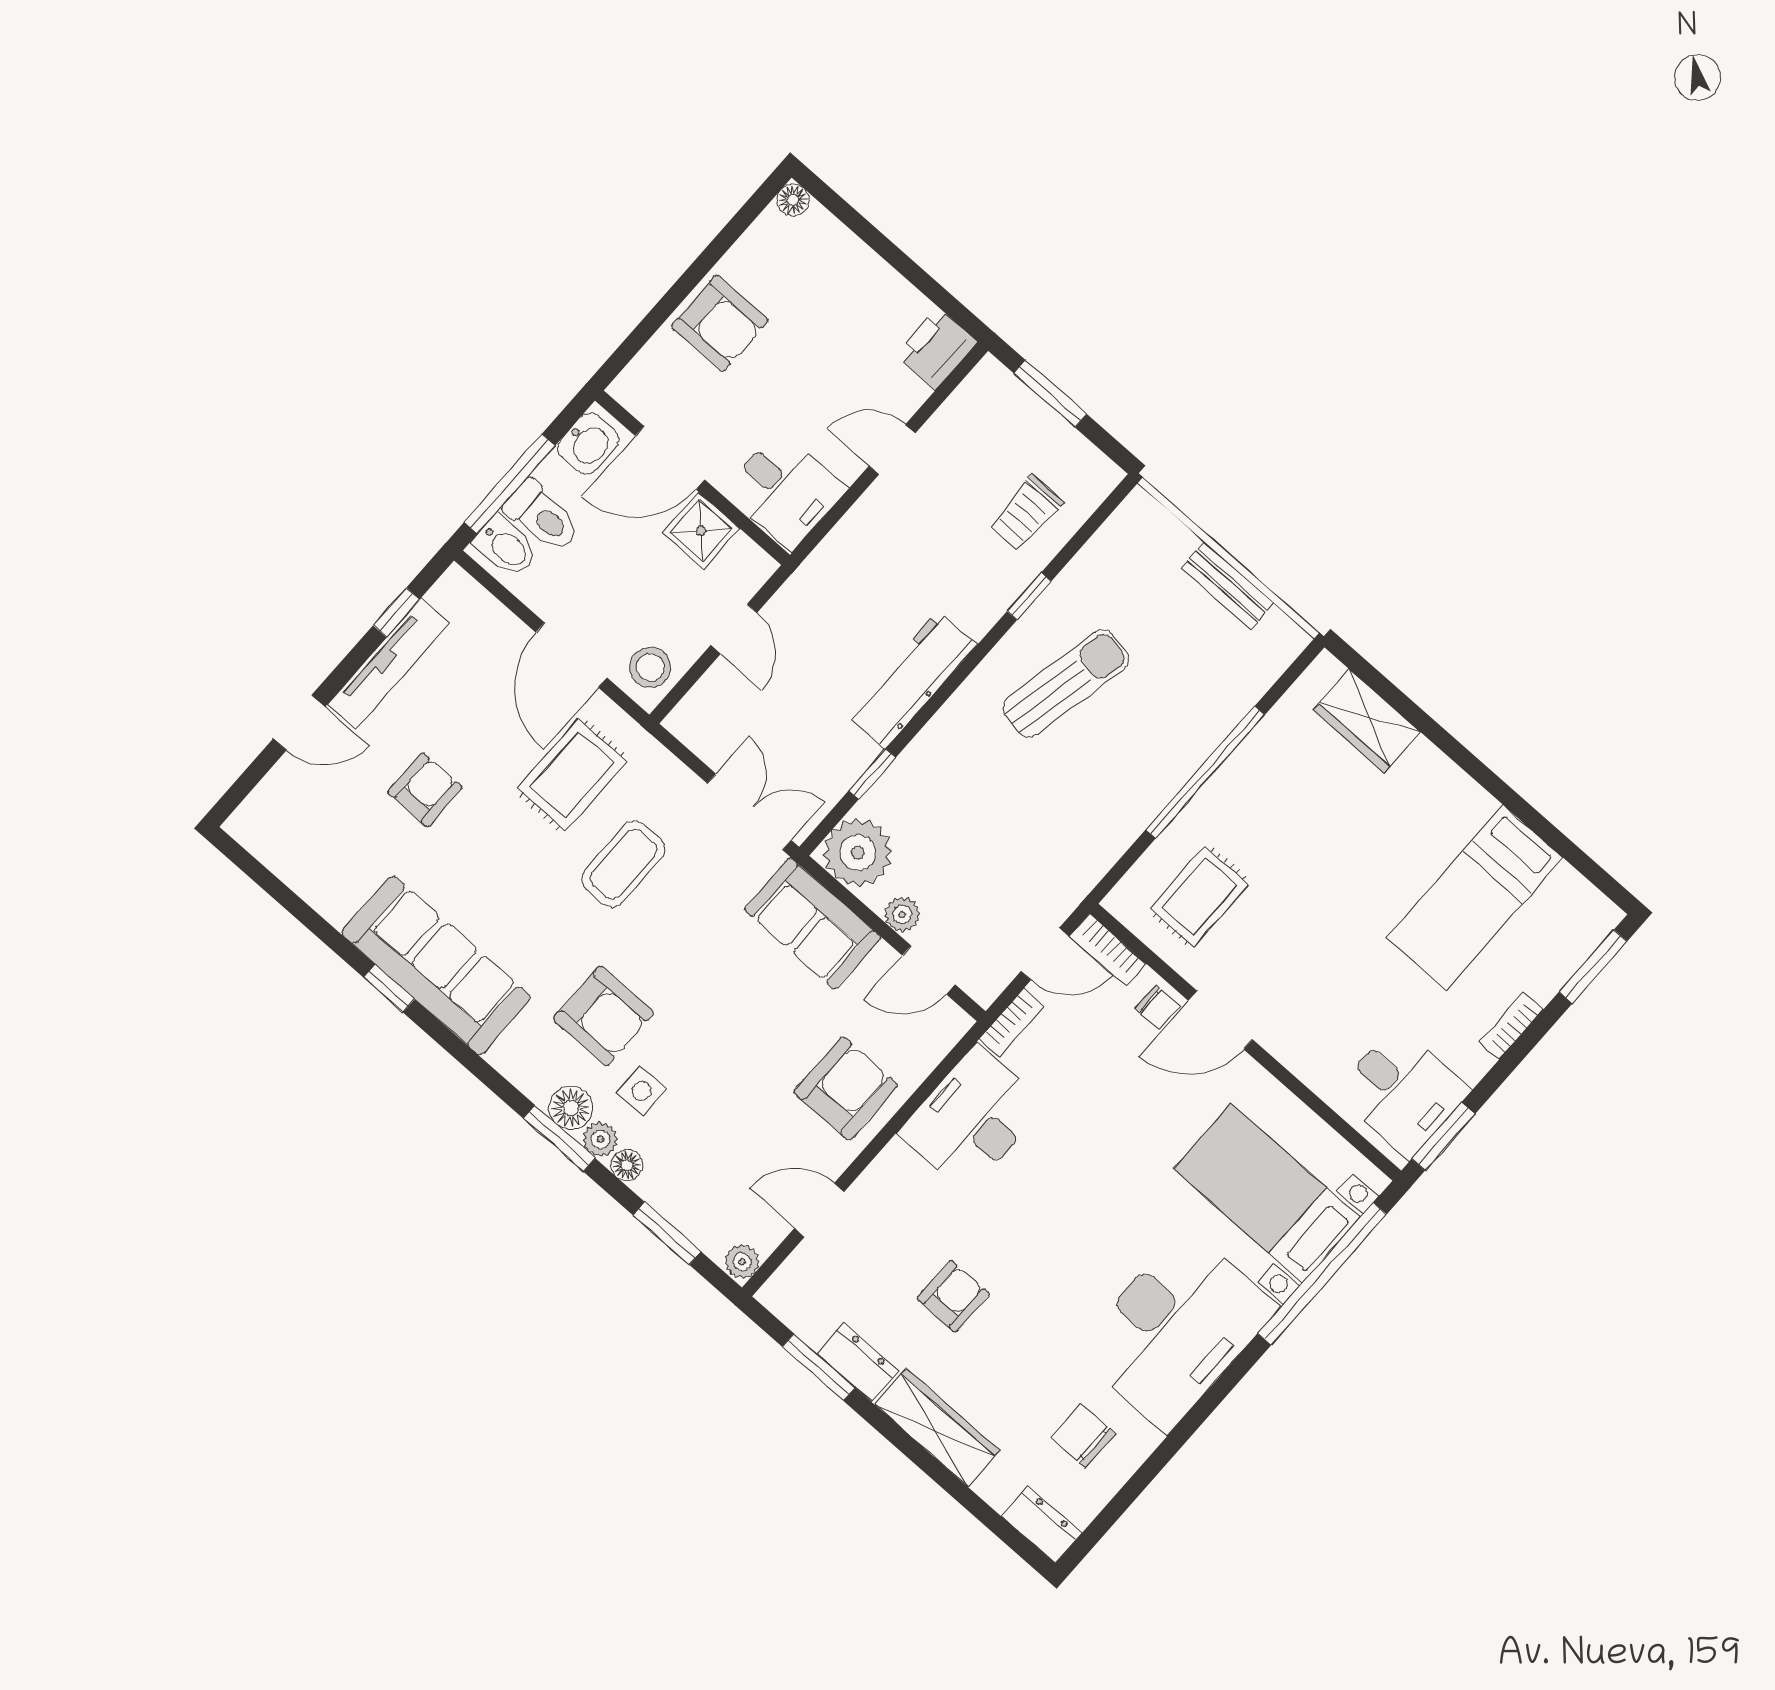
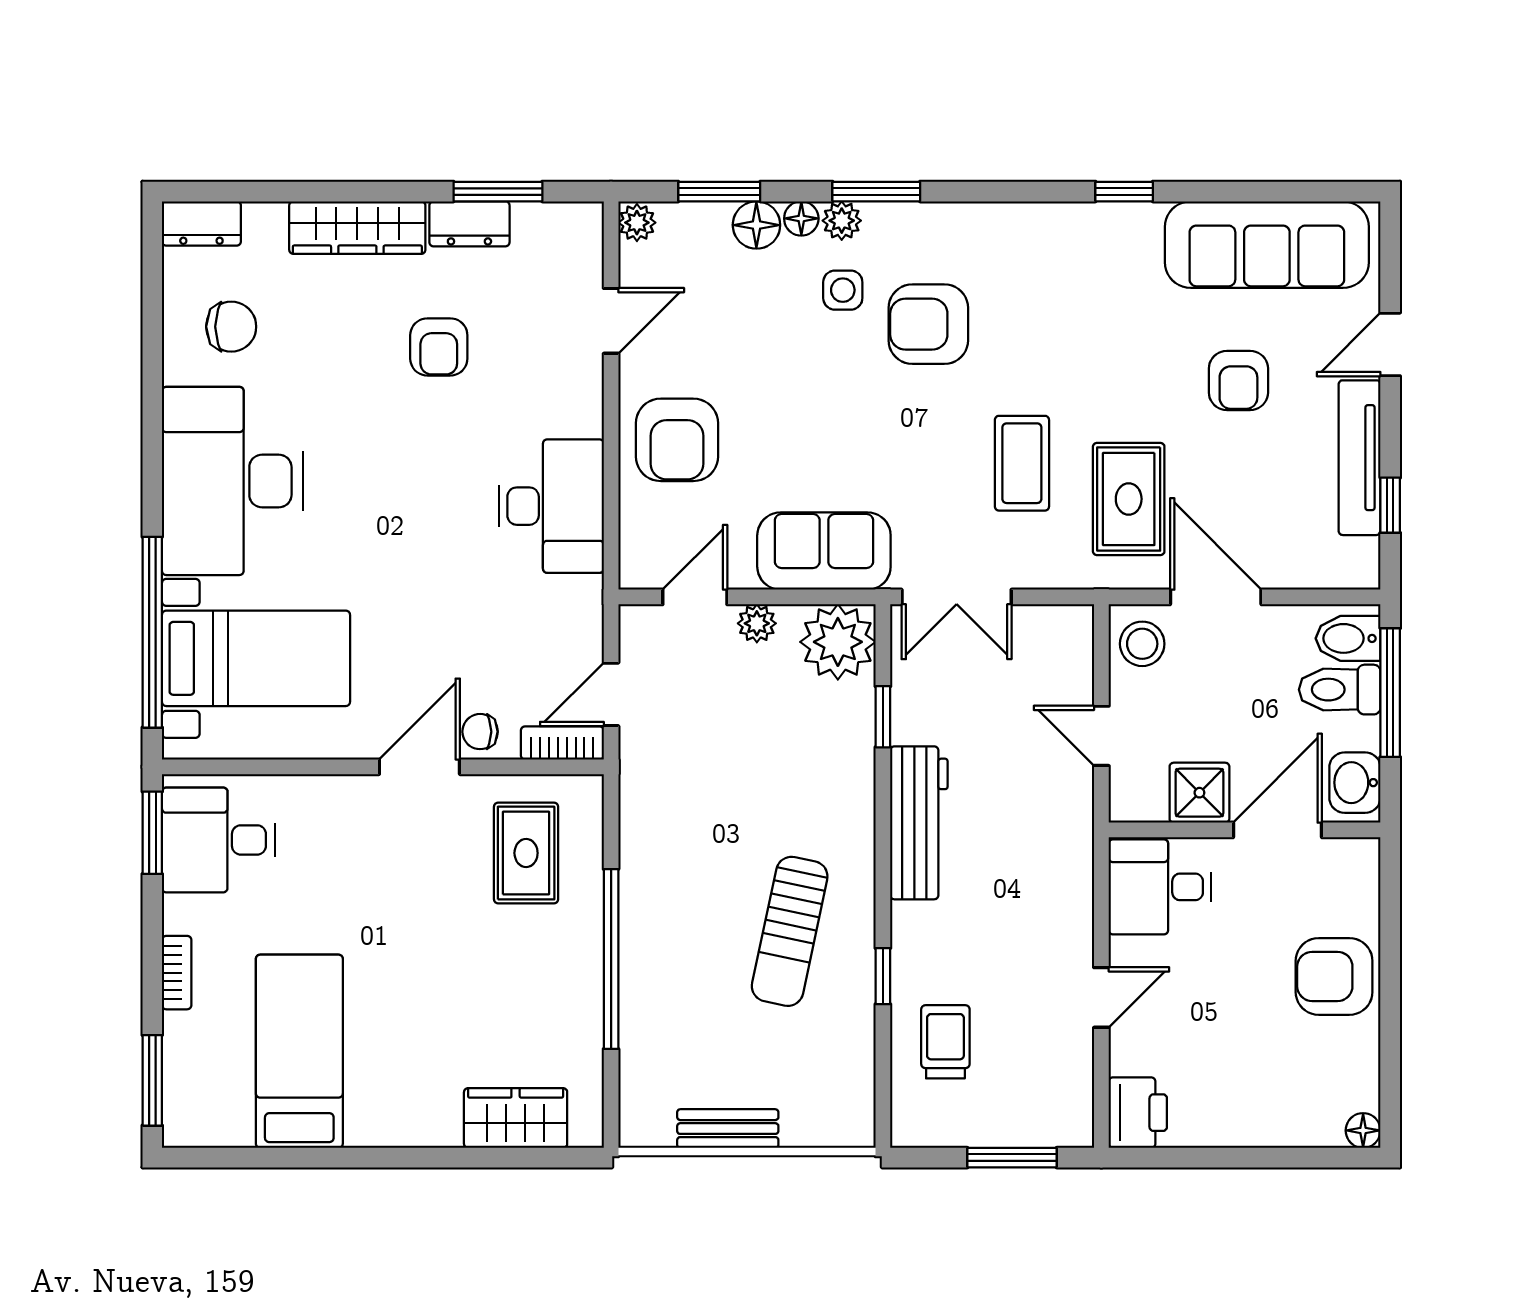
sofa: (436, 965) -> (1267, 245), moved
bookcase: (1011, 1023) -> (589, 614), removed
floor lamp: (571, 1108) -> (756, 225), moved

